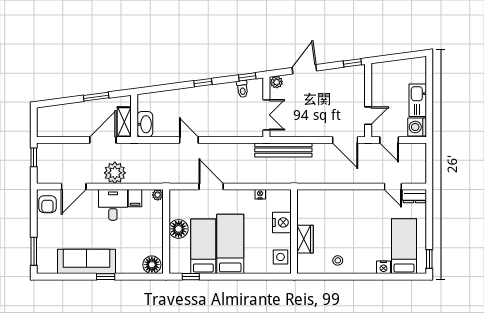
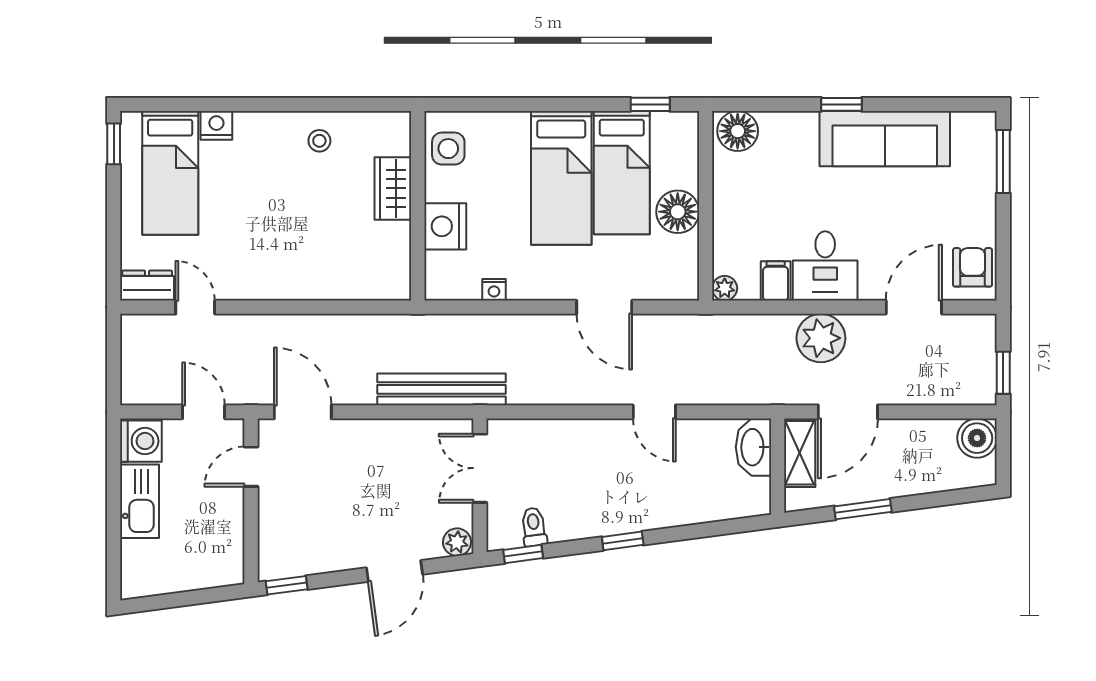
boiler: (45, 128) -> (977, 438), added

